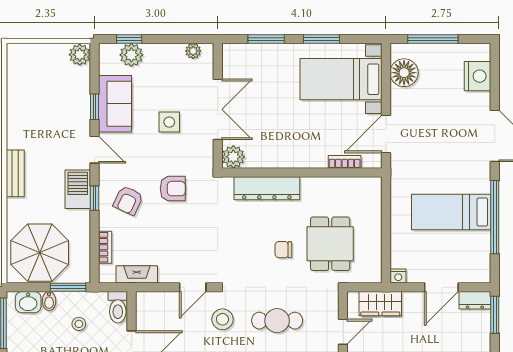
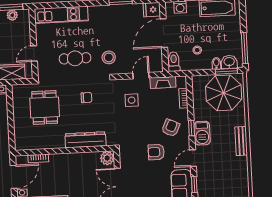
side table: (169, 122) -> (132, 100), moved
door: (95, 150) -> (193, 158), hinge flipped
armchair: (173, 189) -> (156, 152), moved
chair: (283, 250) -> (86, 98), moved
window: (68, 287) -> (226, 71), moved
door: (193, 287) -> (141, 76), moved

